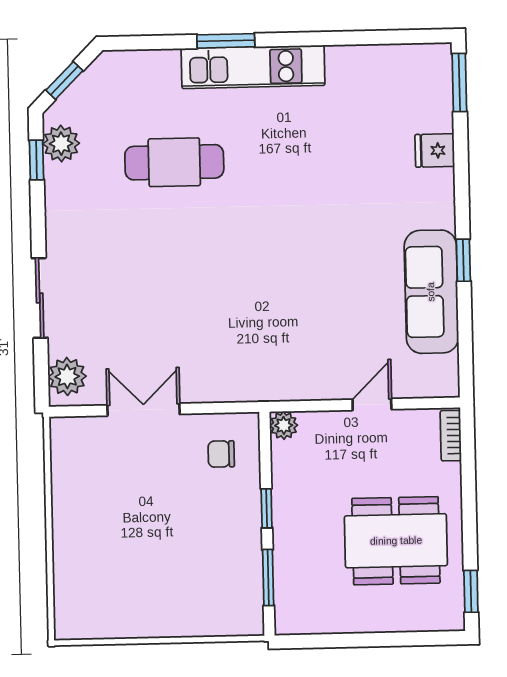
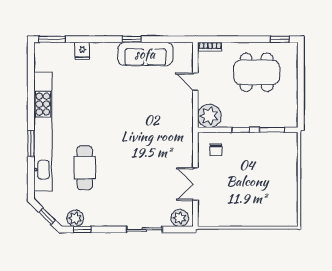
kitchen unit: (253, 67) -> (43, 132), width x1.86
plant: (284, 425) -> (209, 116), width x1.87, depth x1.87
dining table: (396, 541) -> (257, 72), turned 90

